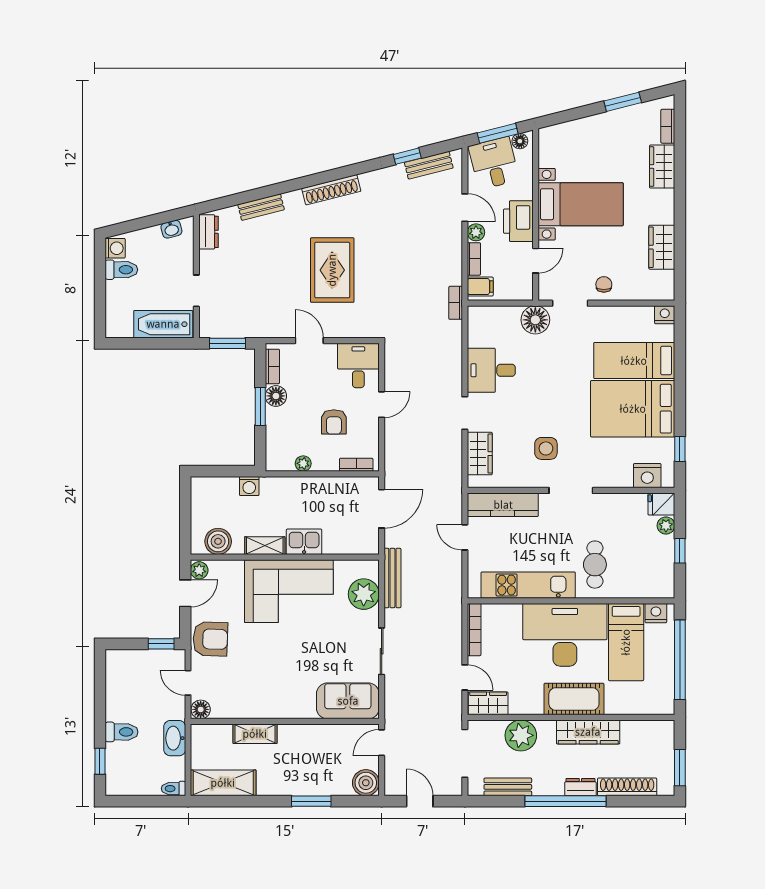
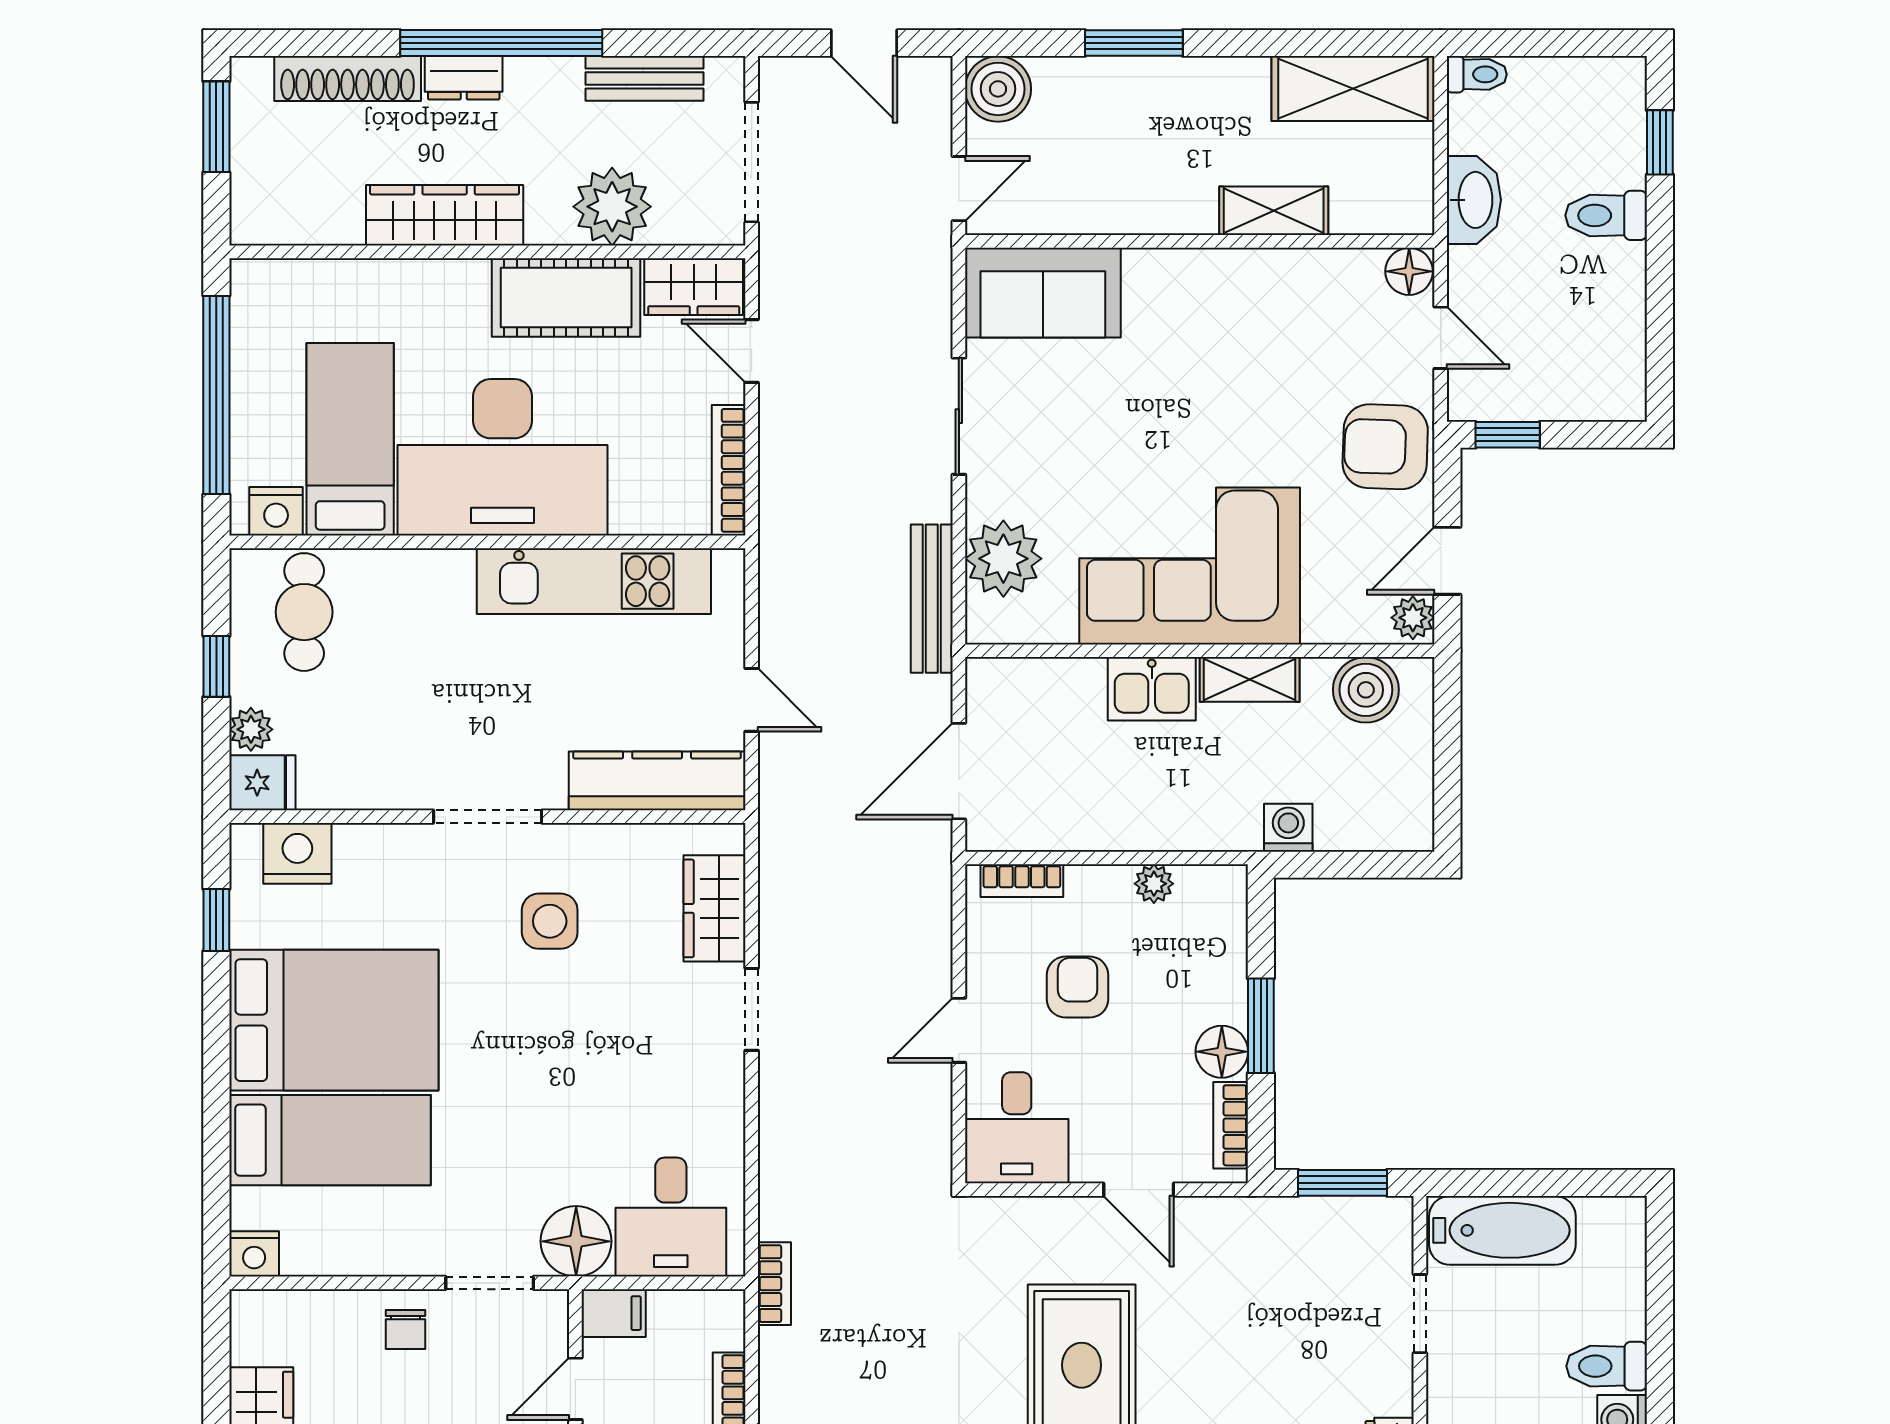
filing cabinet: (480, 287) -> (614, 1313), moved, turned 180
desk: (491, 370) -> (671, 1217), moved, turned 90
cafe table: (595, 565) -> (304, 612), moved
cot: (574, 699) -> (566, 297), moved

